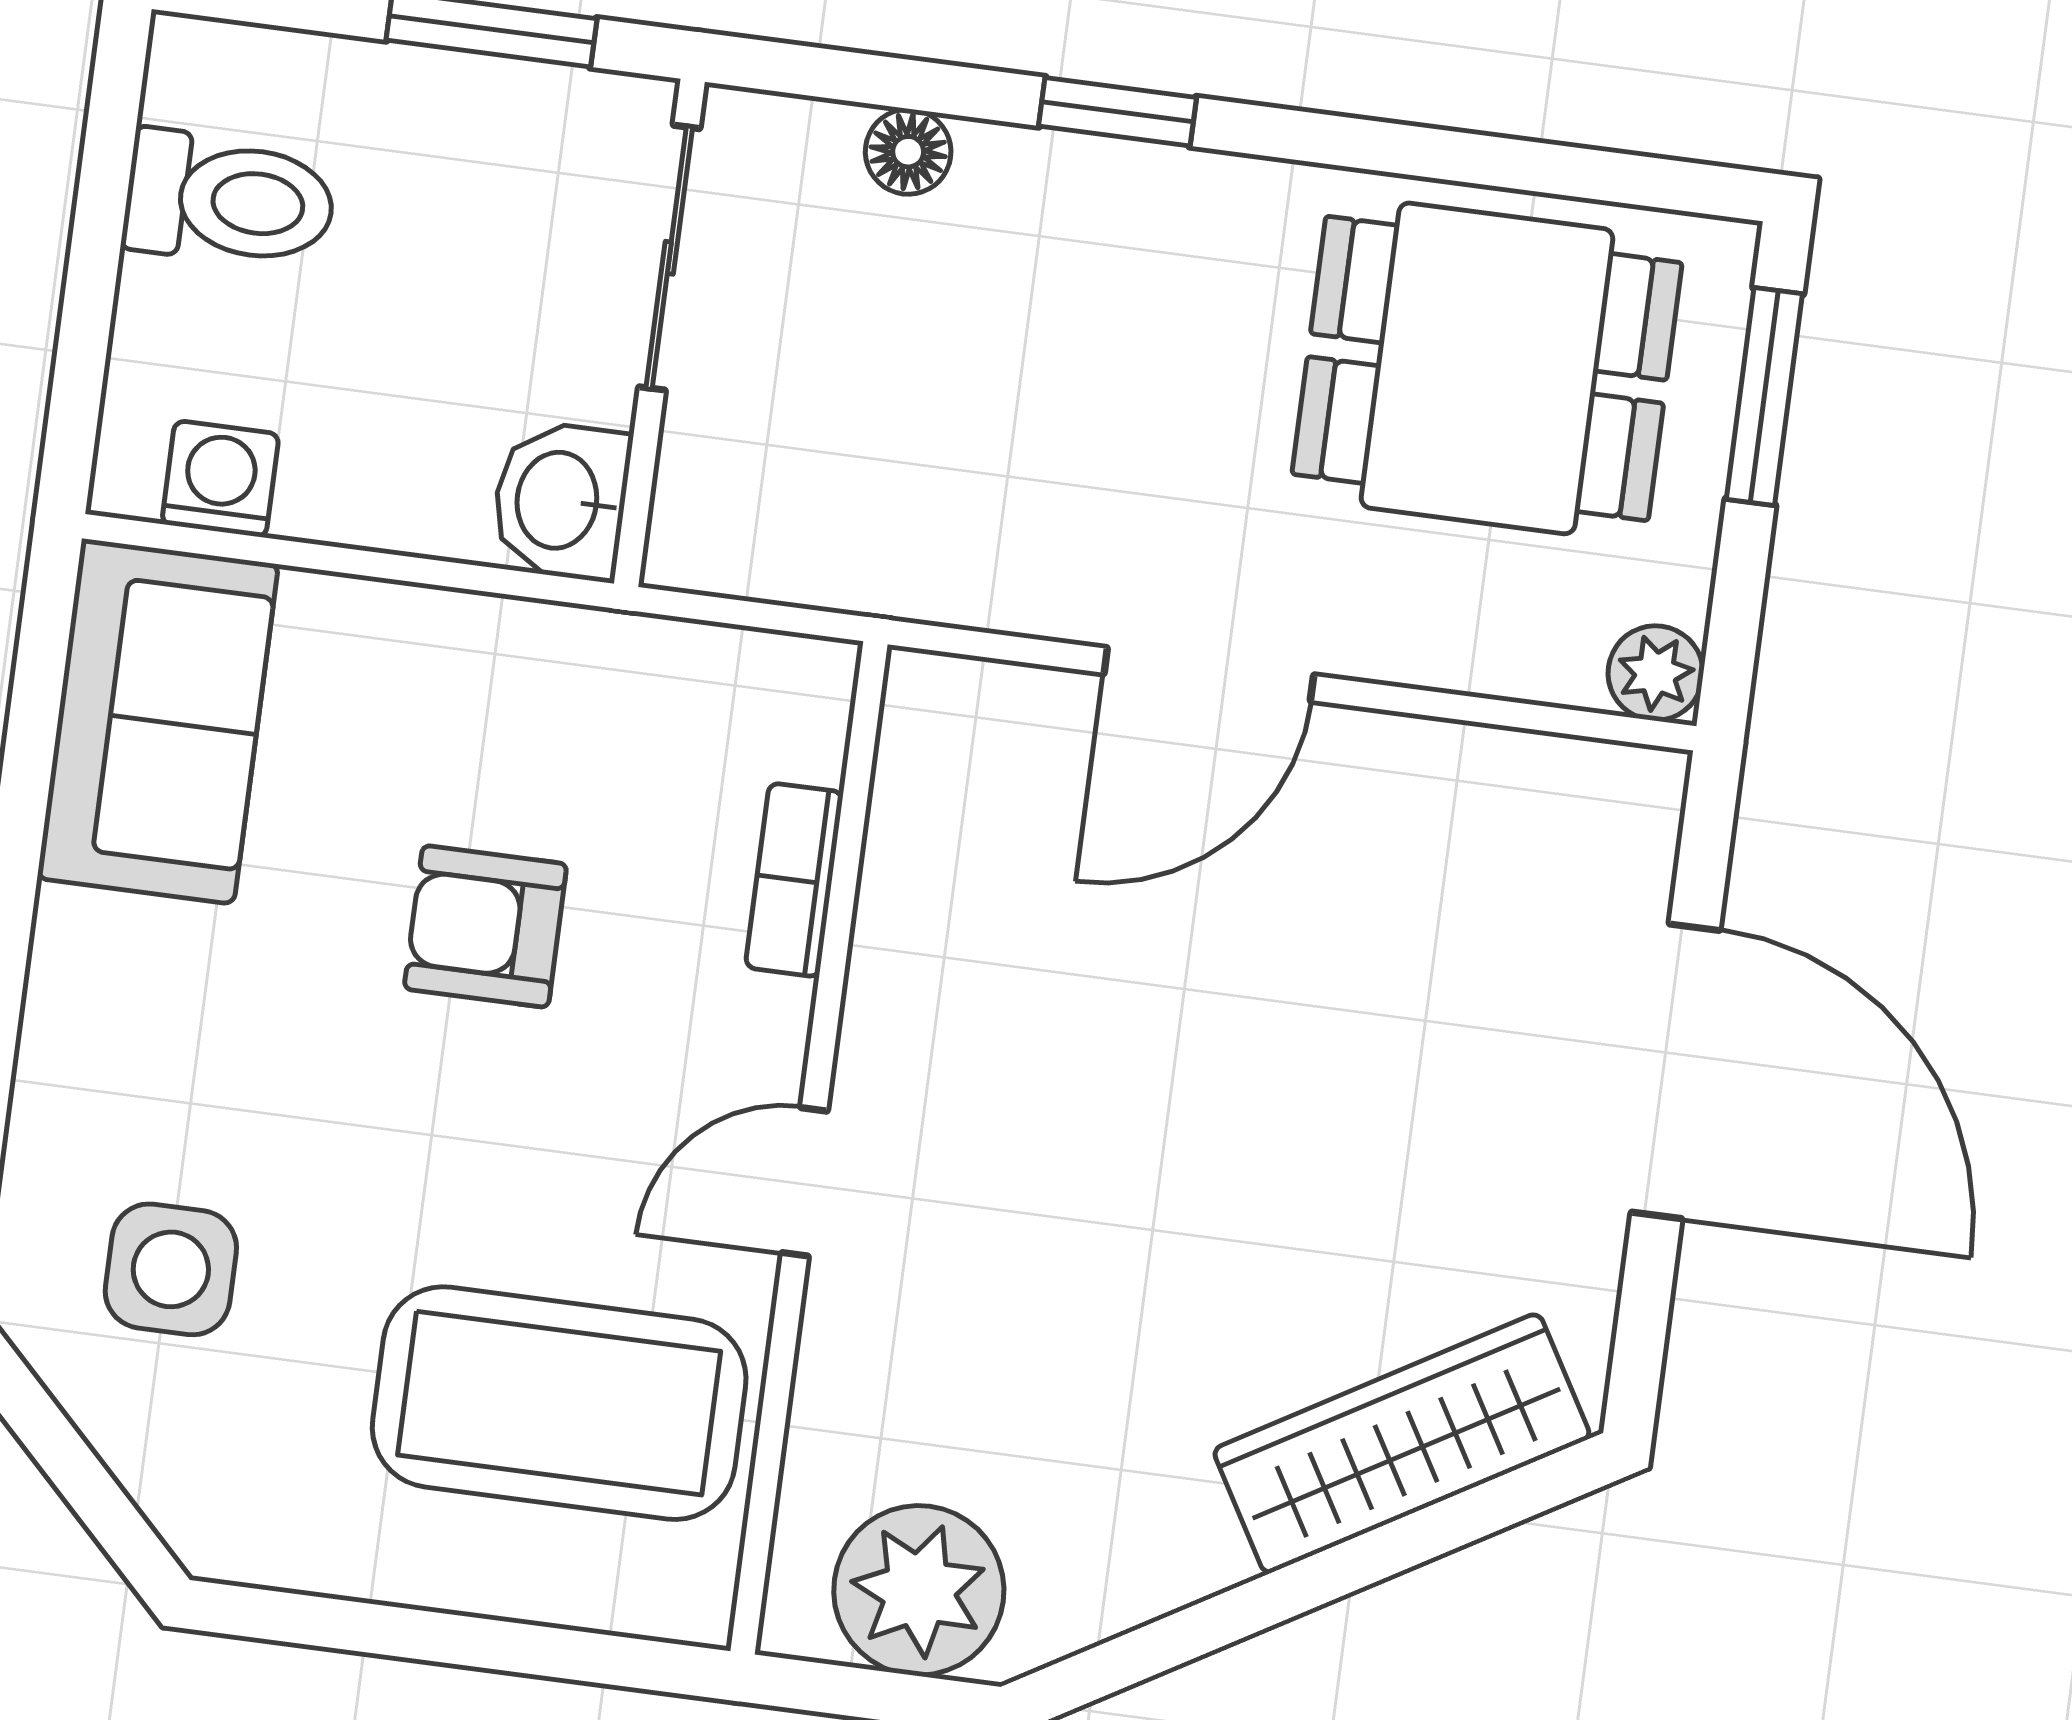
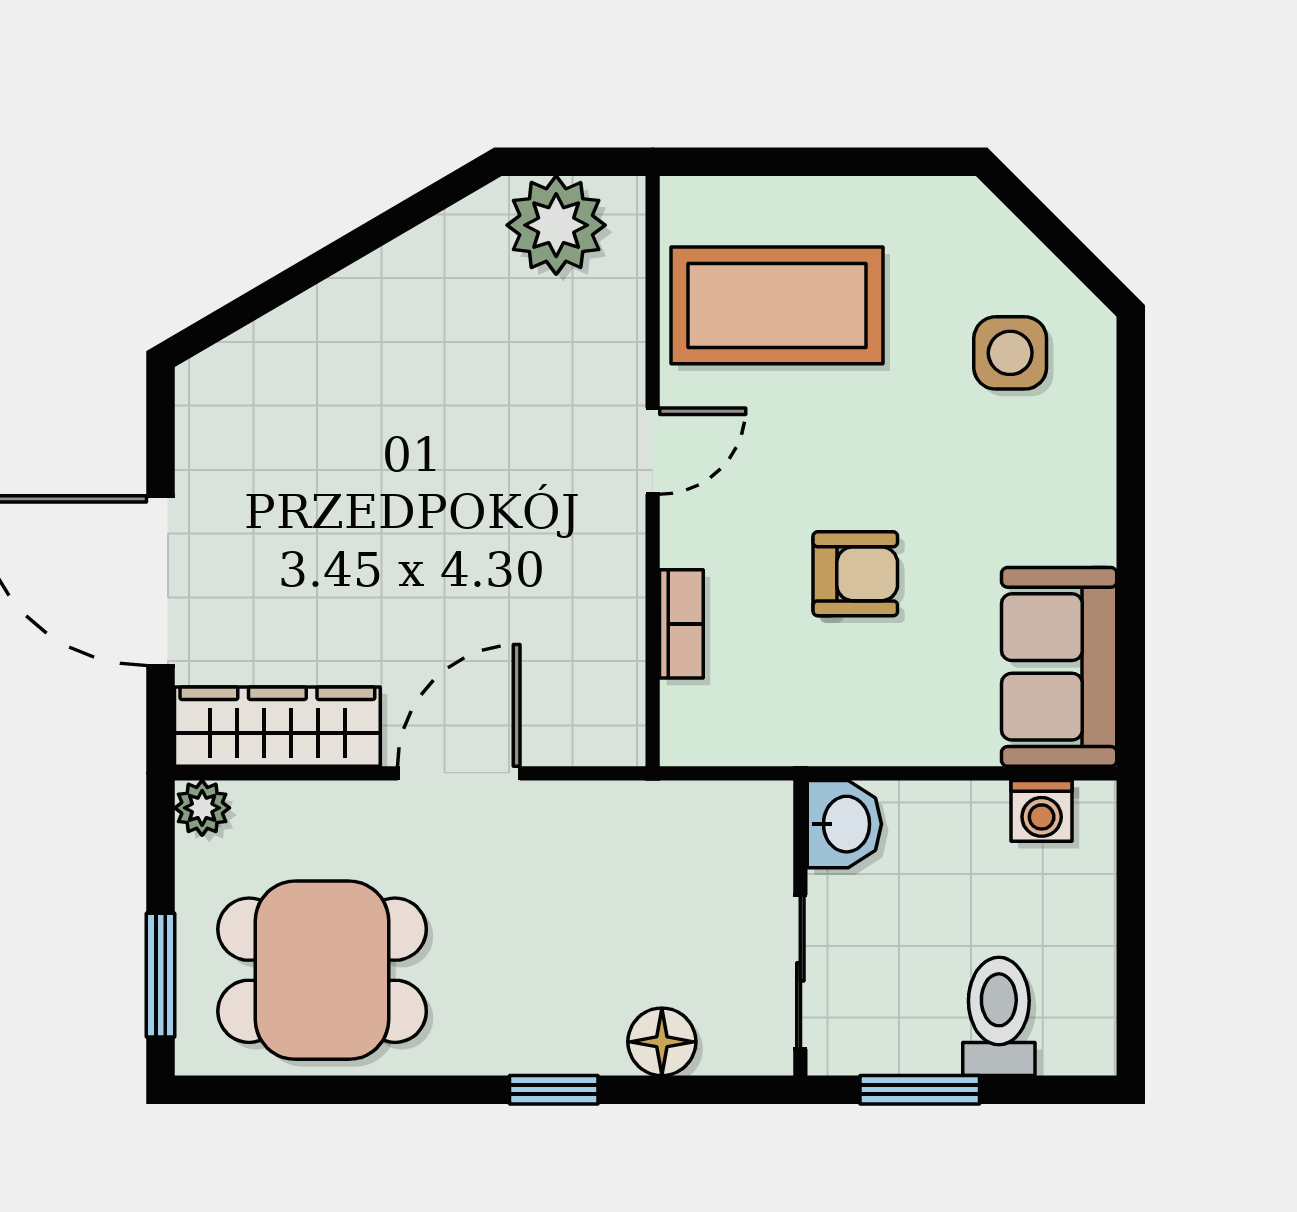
floor lamp: (908, 152) -> (662, 1042), width x1.37, depth x1.37
toilet: (229, 200) -> (999, 1016), moved, turned 90
wardrobe: (1402, 1444) -> (277, 727), moved, turned -150

